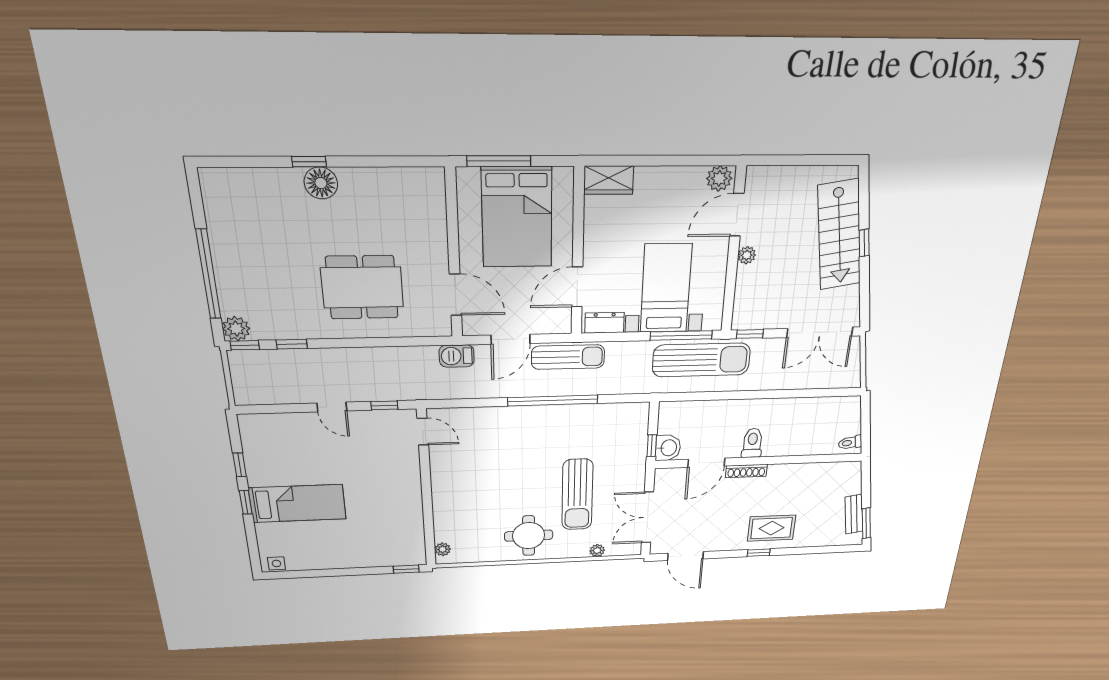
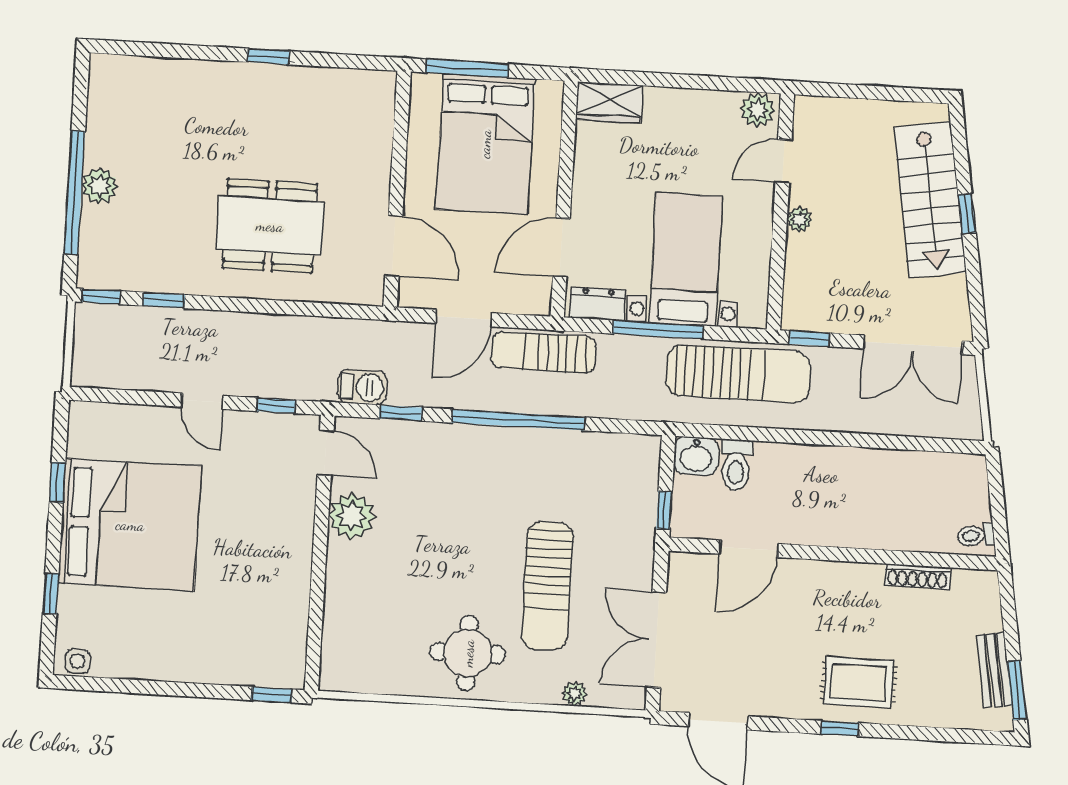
window: (309, 162) -> (268, 57), moved
floor lamp: (321, 183) -> (238, 82), removed
door: (737, 215) -> (784, 161), width x0.73
plant: (236, 329) -> (100, 186), moved
window: (681, 335) -> (658, 330), moved
barbecue: (457, 356) -> (362, 387), moved, turned 180
sun lounger: (568, 357) -> (544, 352), turned 180
window: (472, 403) -> (401, 413), added
toilet: (752, 443) -> (736, 465), moved, turned 180
washbasin: (668, 448) -> (696, 456), moved, turned 90
shoe rack: (746, 471) -> (917, 576), moved
window: (246, 502) -> (51, 594), moved
bed: (298, 503) -> (130, 525), width x2.04
plant: (443, 549) -> (352, 516), moved, width x1.87, depth x1.87

